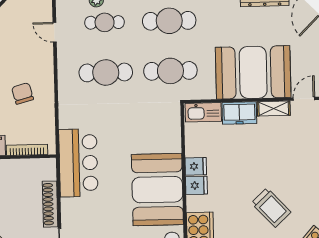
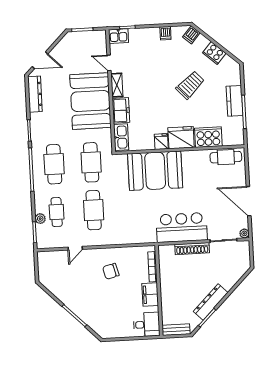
door: (55, 32) -> (75, 248), moved
bar counter: (78, 163) -> (182, 227), moved
fridge: (196, 185) -> (181, 138), width x1.88, depth x1.34
booth: (157, 190) -> (155, 171), moved

